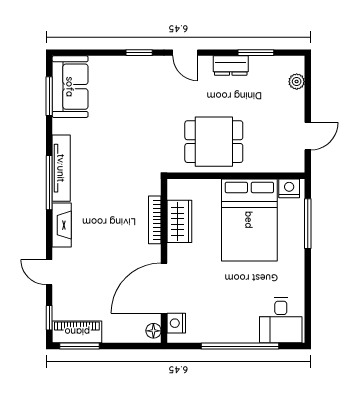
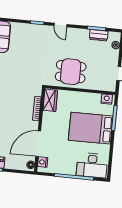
dresser: (231, 66) -> (99, 35), moved
bed: (249, 220) -> (91, 128), moved, turned 90
wardrobe: (179, 221) -> (50, 100), moved
desk: (281, 320) -> (92, 165), width x1.37

